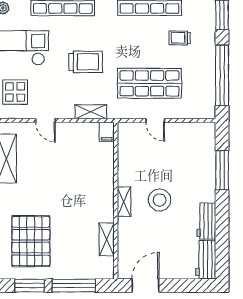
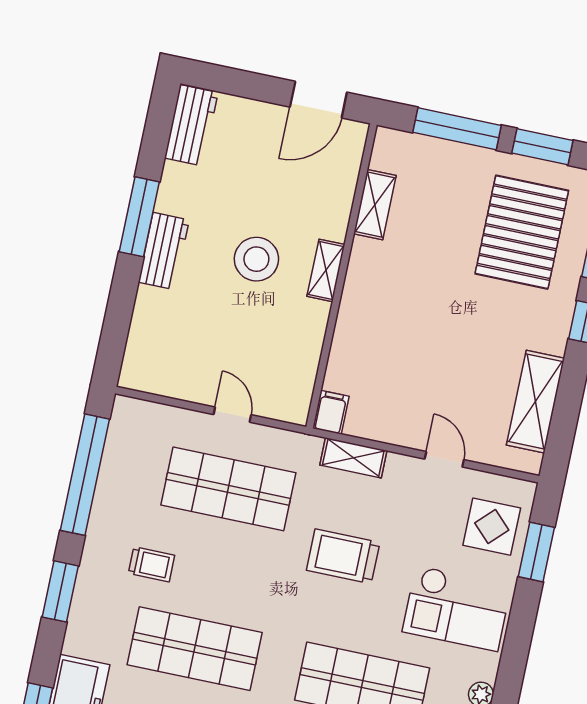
window: (222, 170) -> (139, 217), moved
workbench: (206, 221) -> (164, 251), moved

